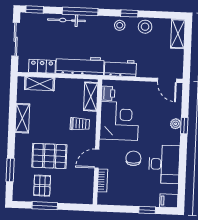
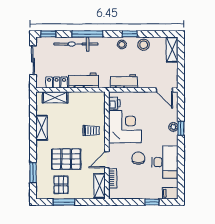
bicycle: (66, 20) -> (76, 44), width x1.37, depth x1.40
workbench: (80, 66) -> (84, 81), width x0.73
shelving: (91, 97) -> (100, 186), moved

